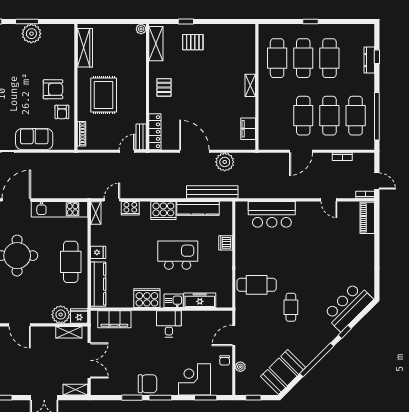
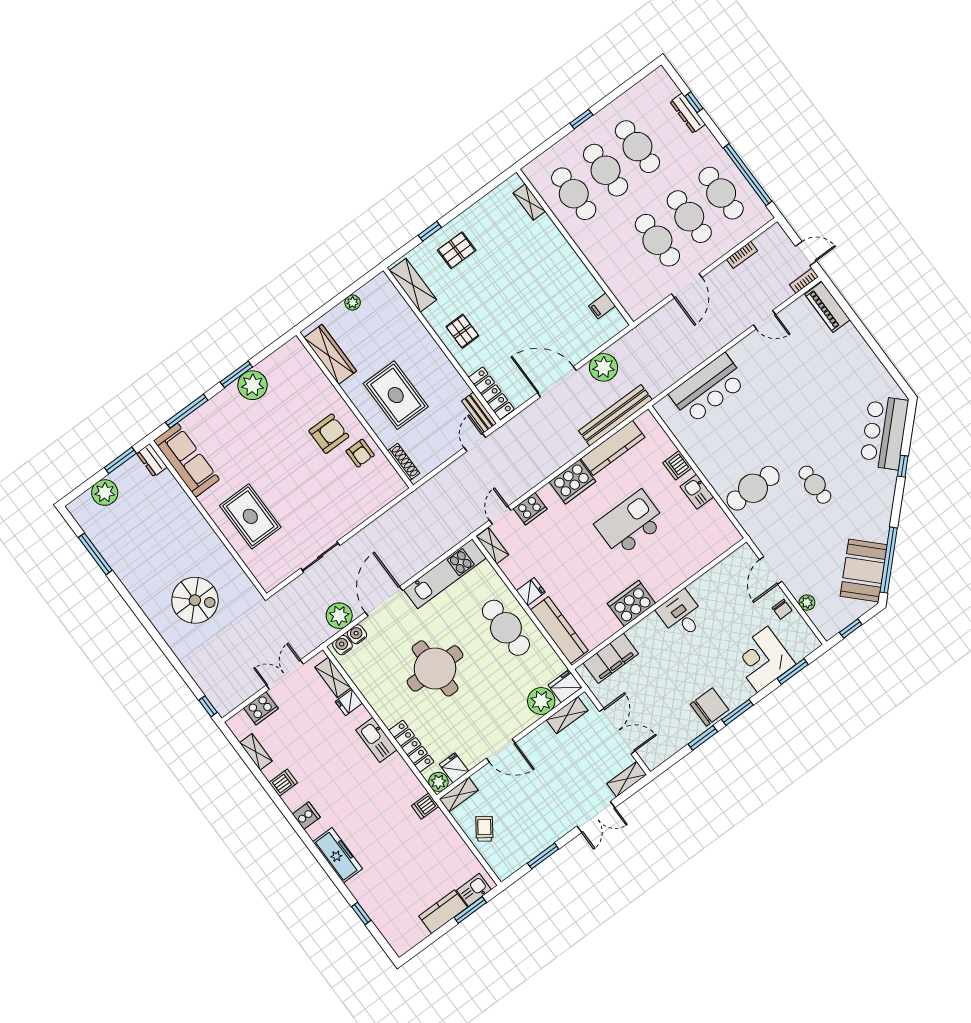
plant: (141, 29) -> (353, 303), moved
shelving: (250, 85) -> (529, 202), moved
filing cabinet: (248, 129) -> (602, 306), width x0.50
sofa: (34, 139) -> (351, 511), removed
freezer: (200, 300) -> (698, 558), removed
kitchen sink: (174, 301) -> (697, 492), moved, turned -90
window: (317, 360) -> (889, 560), moved

